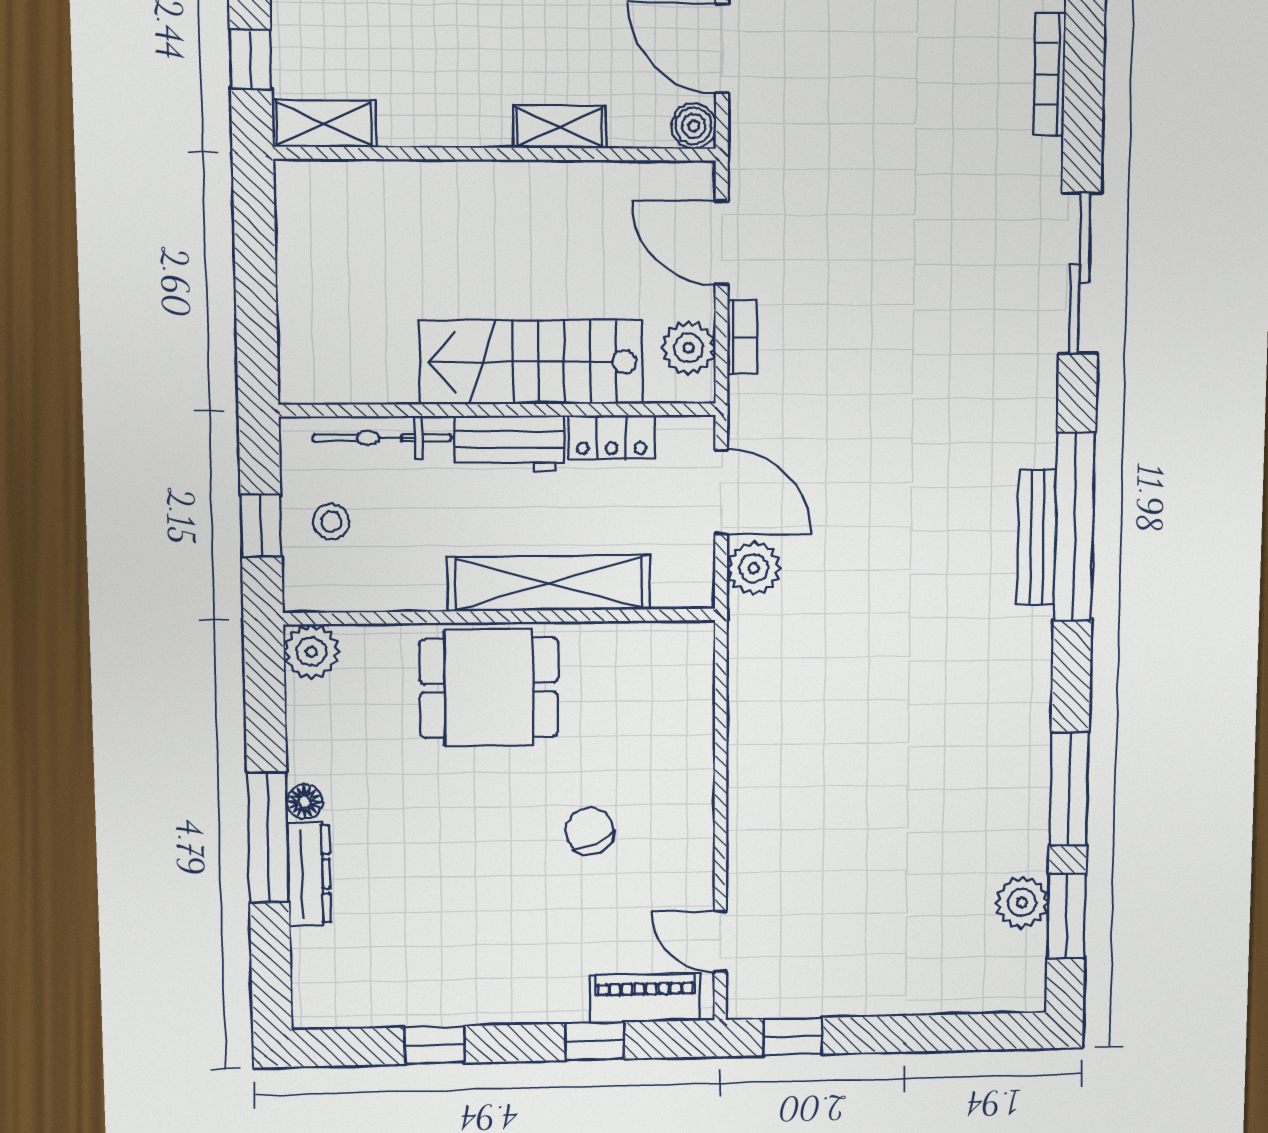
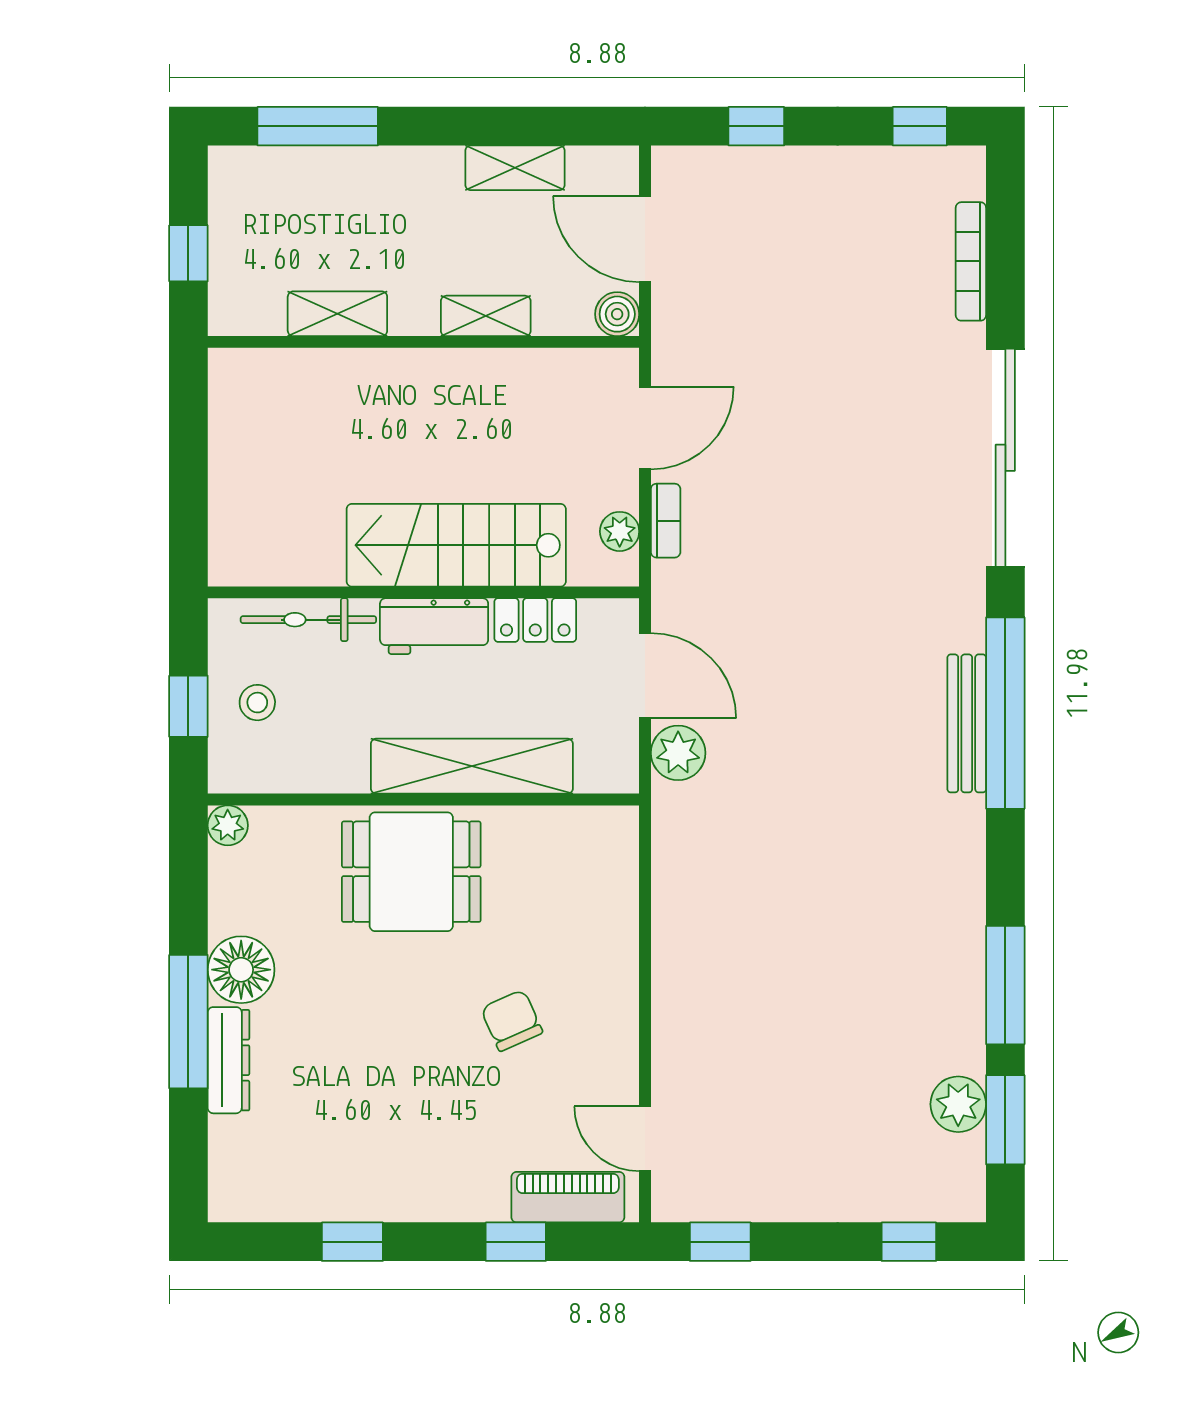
shelving: (324, 123) -> (337, 314), moved
door: (722, 243) -> (645, 428), swing flipped
sliding door: (1080, 273) -> (1005, 458), width x1.36
plant: (689, 348) -> (620, 531), width x0.73, depth x0.73
plant: (311, 652) -> (228, 825), width x0.73, depth x0.73
floor lamp: (304, 802) -> (241, 970), width x1.89, depth x1.89
window: (973, 1032) -> (909, 1242), added

